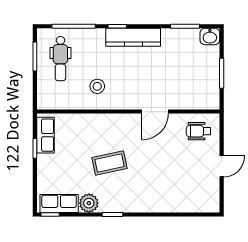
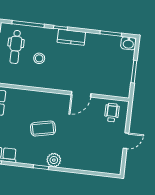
kitchen counter: (133, 37) -> (71, 37), width x0.67
stool: (97, 86) -> (39, 58), moved
wheelchair: (199, 131) -> (112, 113), turned 90
plant: (89, 203) -> (54, 160), moved

